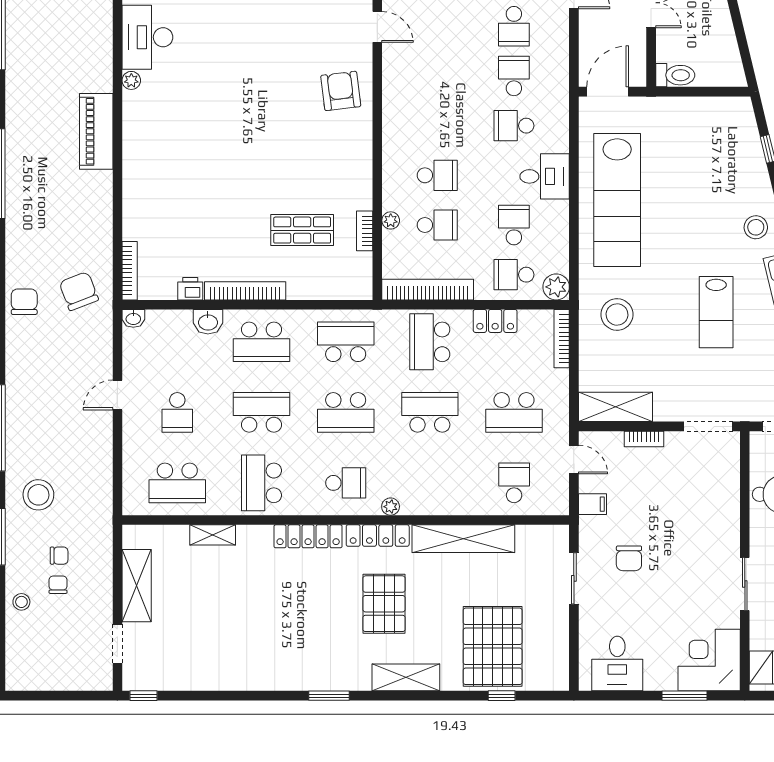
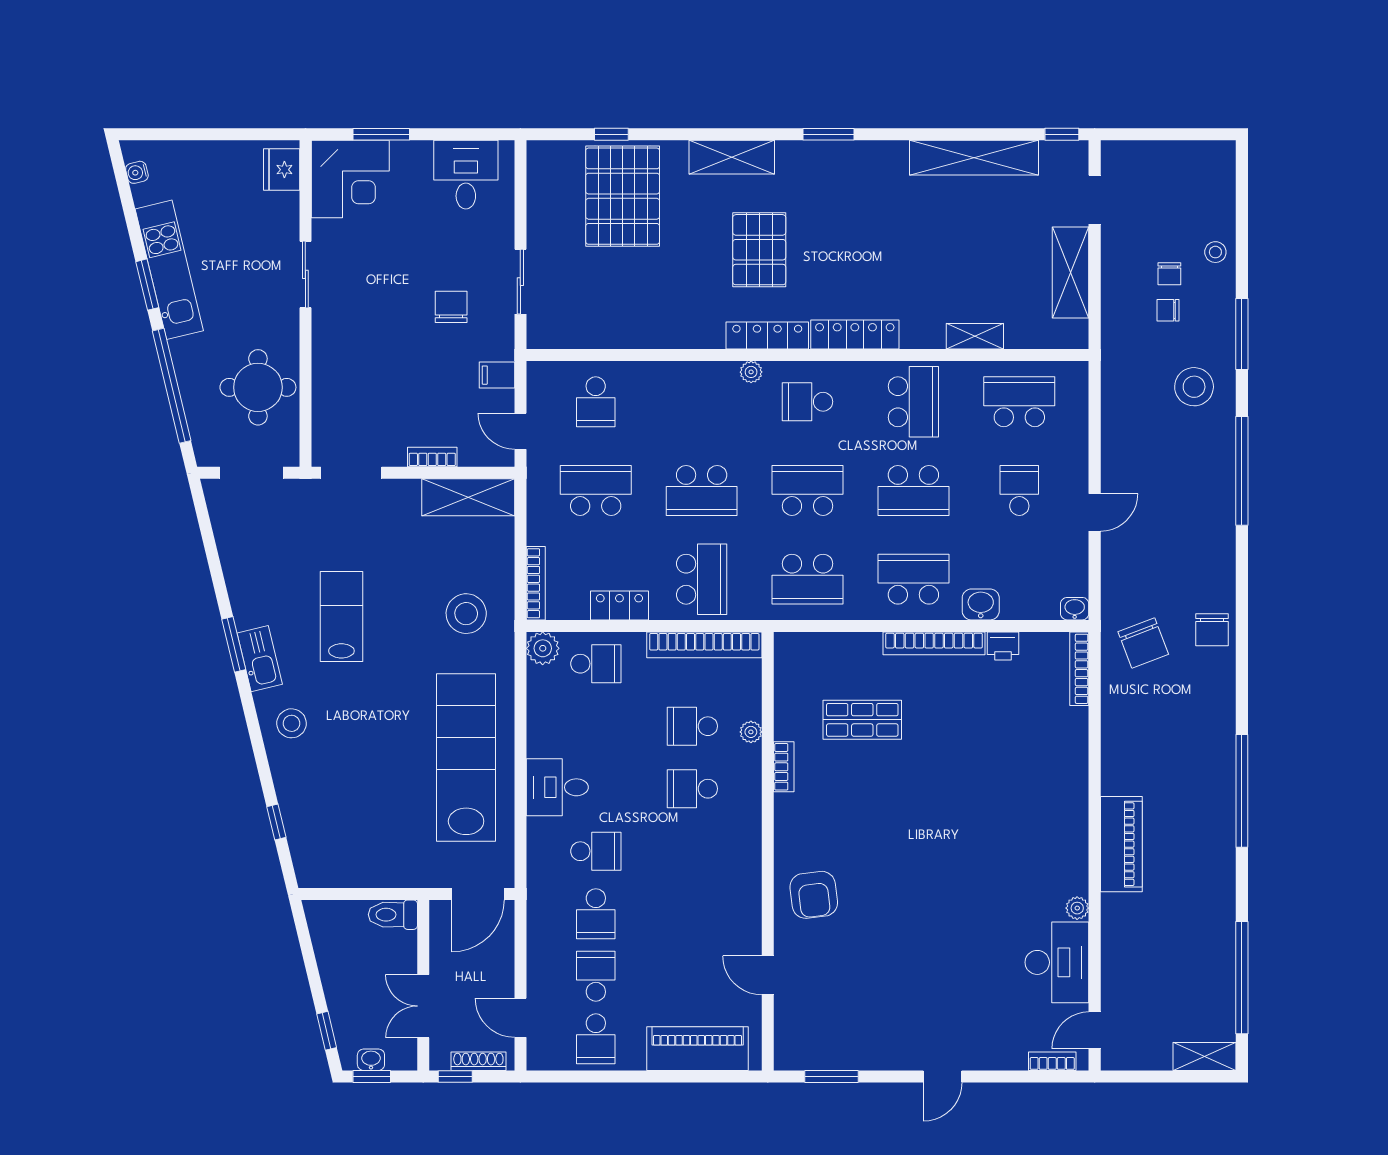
school desk: (514, 225) -> (596, 726), removed
bookcase: (365, 231) -> (784, 767), moved
shelving: (463, 539) -> (974, 158), moved

